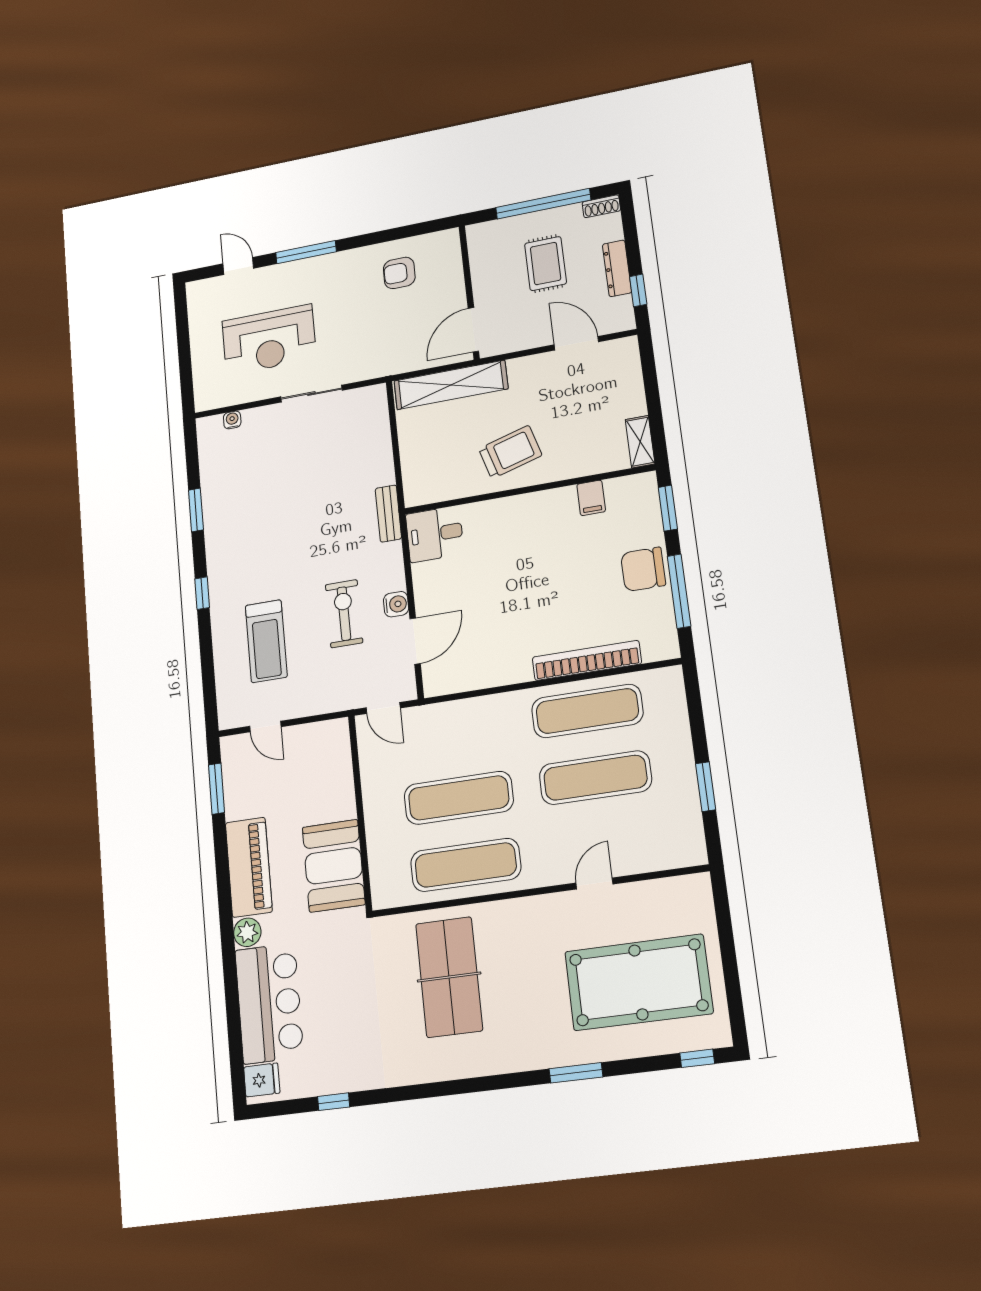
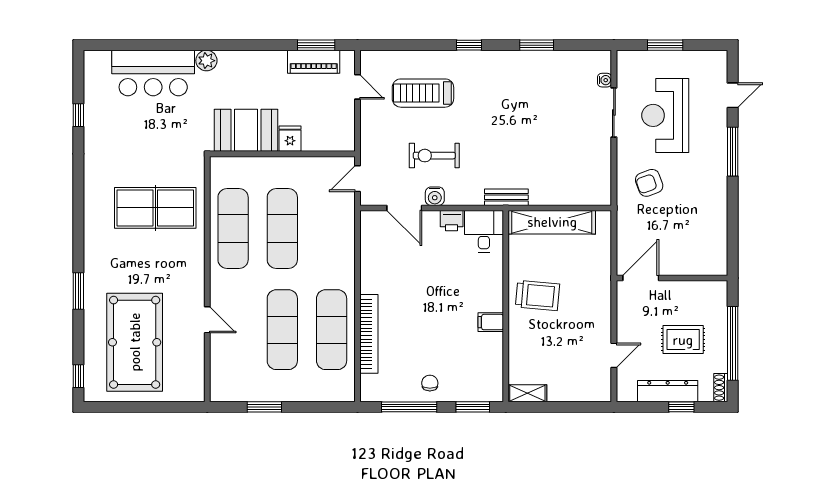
dresser: (617, 268) -> (668, 391), width x1.37, depth x1.24
armchair: (399, 273) -> (649, 183), moved, turned -110
window: (638, 290) -> (681, 407), moved
door: (473, 330) -> (641, 278), hinge flipped
door: (576, 343) -> (614, 355), width x0.73
window: (185, 356) -> (665, 45), added
shelving: (451, 385) -> (552, 222), moved, turned 90
sliding door: (311, 394) -> (614, 113), moved
trolley: (510, 452) -> (538, 296), turned -69
filing cabinet: (591, 498) -> (491, 322), moved
chair: (643, 569) -> (430, 383), width x0.54, depth x0.54
printer: (425, 577) -> (452, 221), added
exercise bike: (344, 614) -> (434, 156), turned 180
door: (265, 727) -> (357, 87), swing flipped
piano: (249, 867) -> (314, 62), moved, width x0.73, depth x0.75
fridge: (262, 1080) -> (290, 139), moved, turned 180

